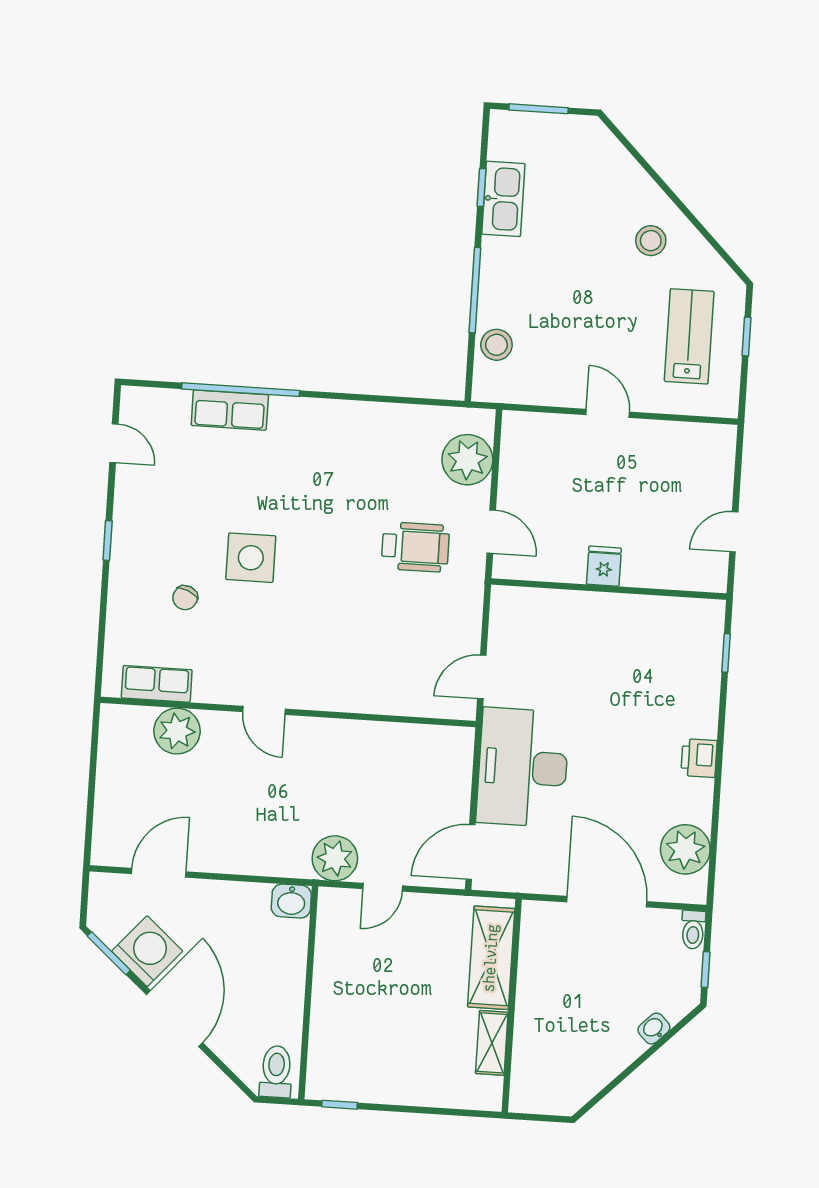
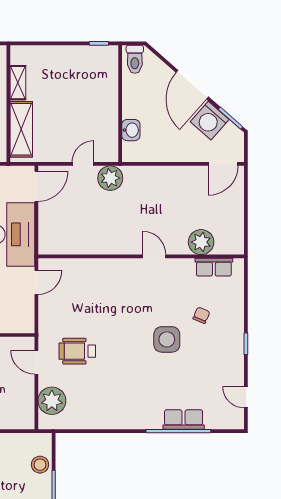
door: (159, 873) -> (223, 164), moved
washbasin: (291, 901) -> (131, 130), moved, turned 90

